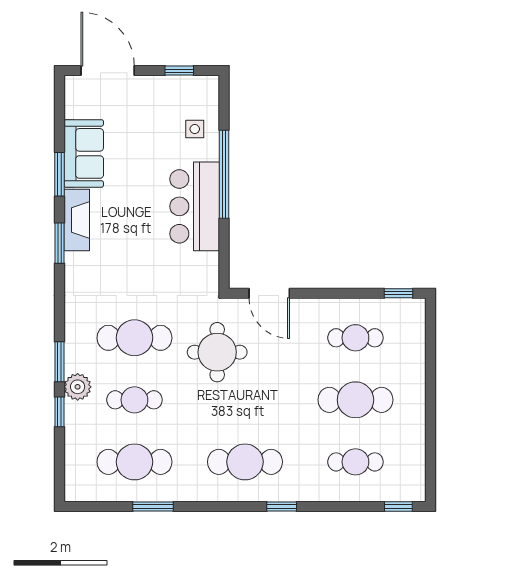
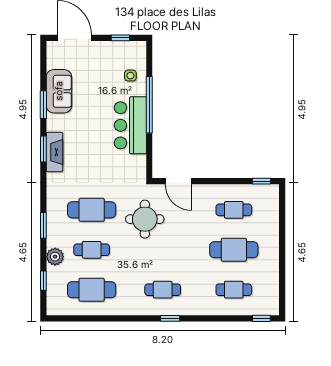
fireplace: (77, 220) -> (54, 152), moved
plant: (78, 387) -> (55, 257), moved
window: (59, 412) -> (43, 281), moved
cafe table: (245, 462) -> (163, 290), width x0.73, depth x0.74
window: (153, 507) -> (103, 318), removed
window: (282, 507) -> (170, 318), moved

